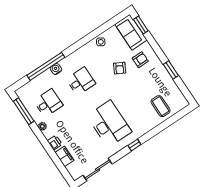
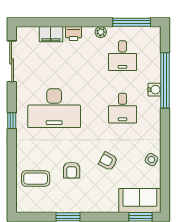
armchair: (140, 60) -> (72, 170), moved

